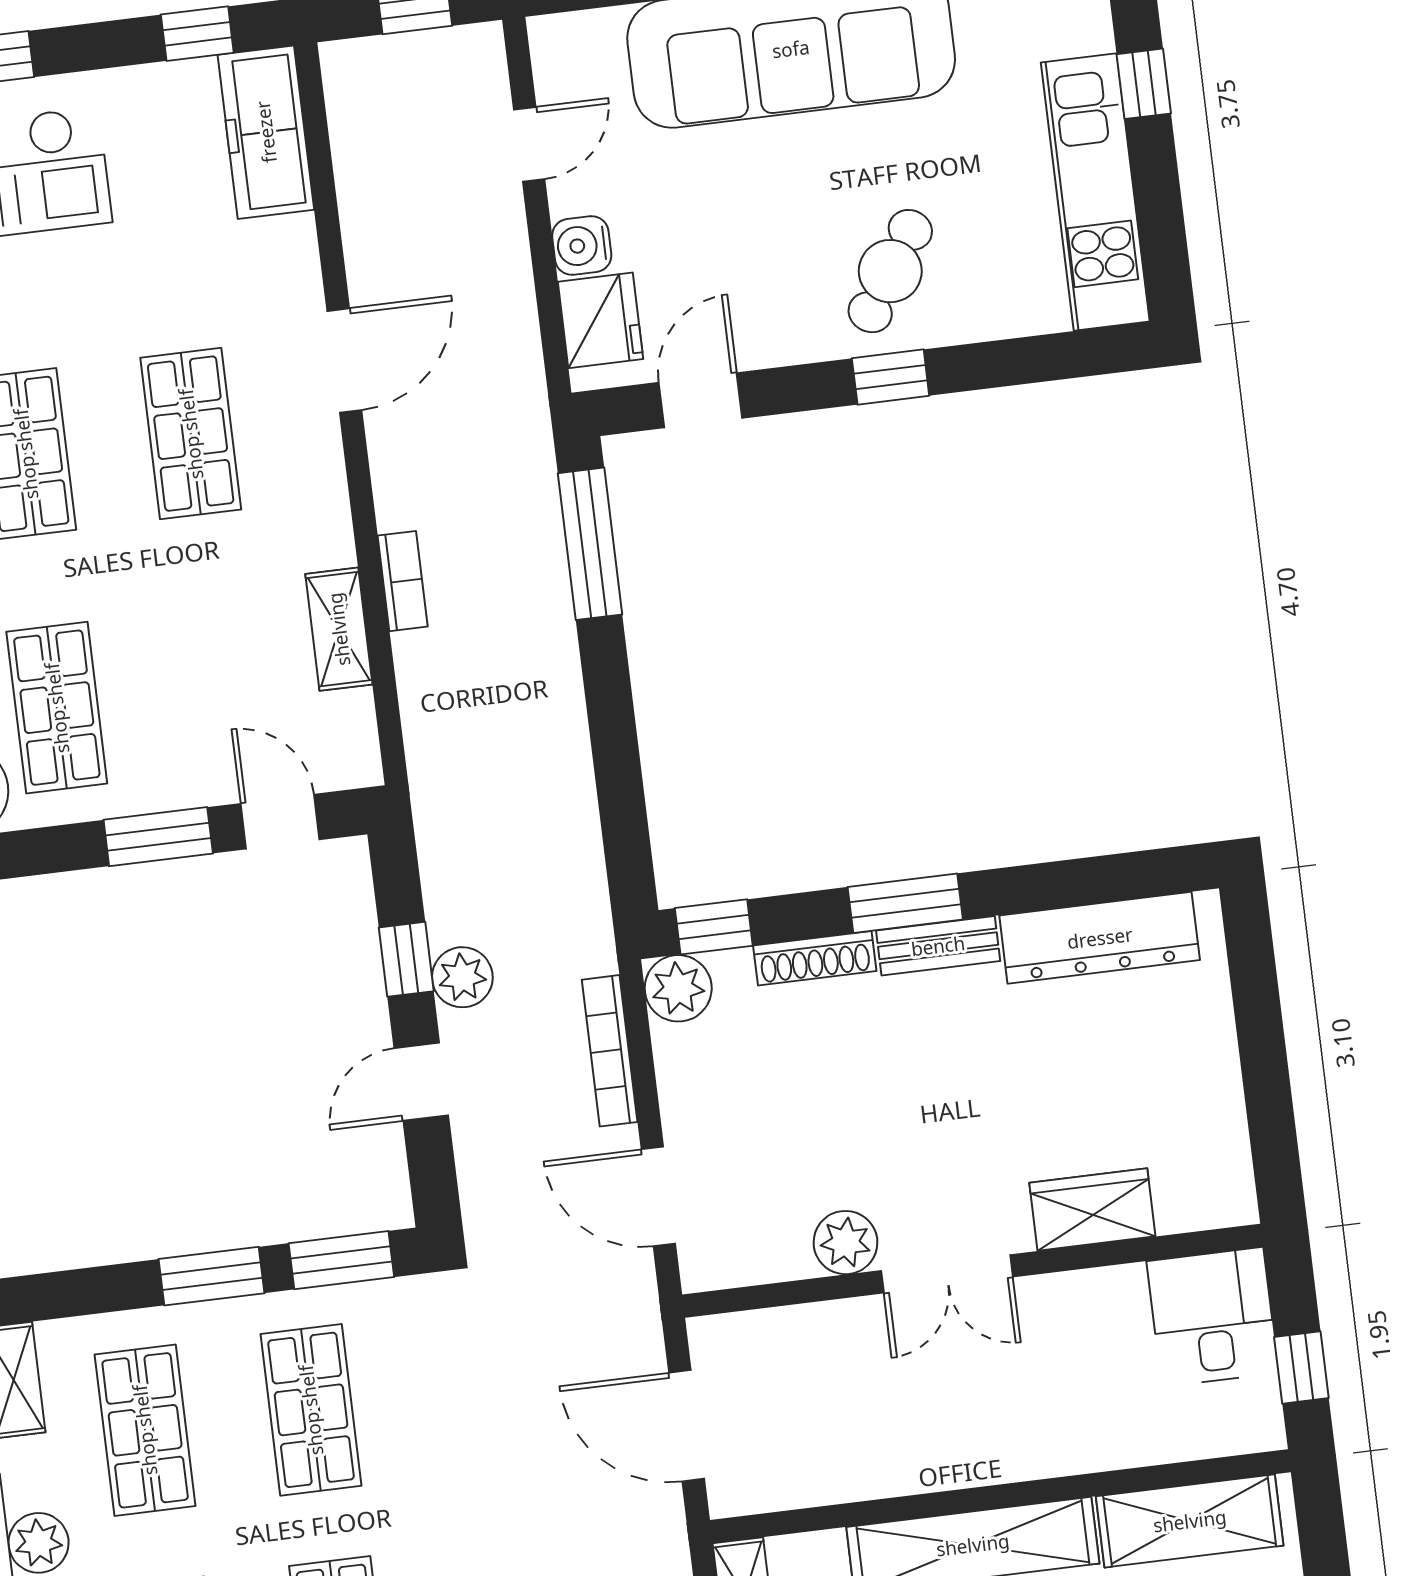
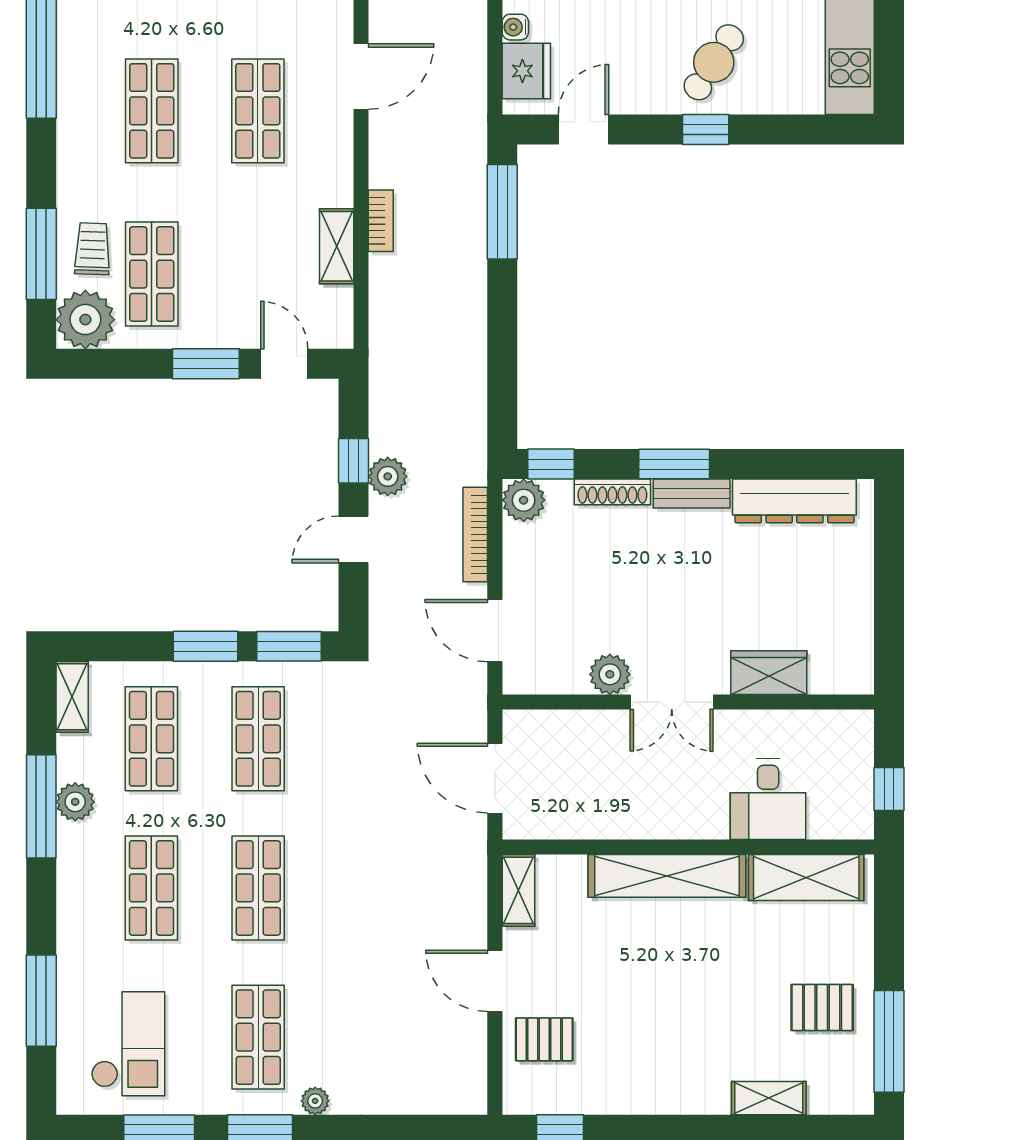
water cooler: (582, 246) -> (515, 27), width x0.72, depth x0.72
desk: (1212, 1317) -> (768, 799), moved, turned 180

